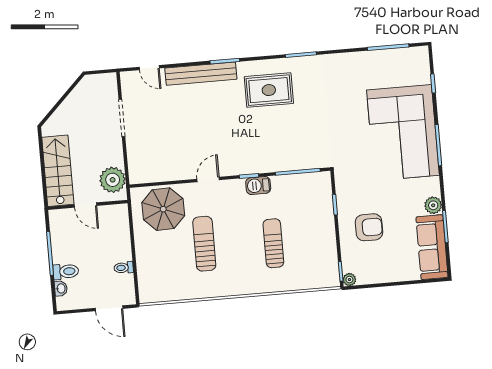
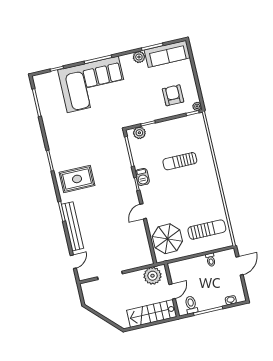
rug: (269, 90) -> (77, 179), turned 90
door: (208, 180) -> (143, 211), hinge flipped
plant: (323, 190) -> (139, 133), added
armchair: (369, 227) -> (173, 95), moved
sun lounger: (204, 244) -> (207, 230), moved, turned 180
toilet: (66, 272) -> (191, 305), moved

